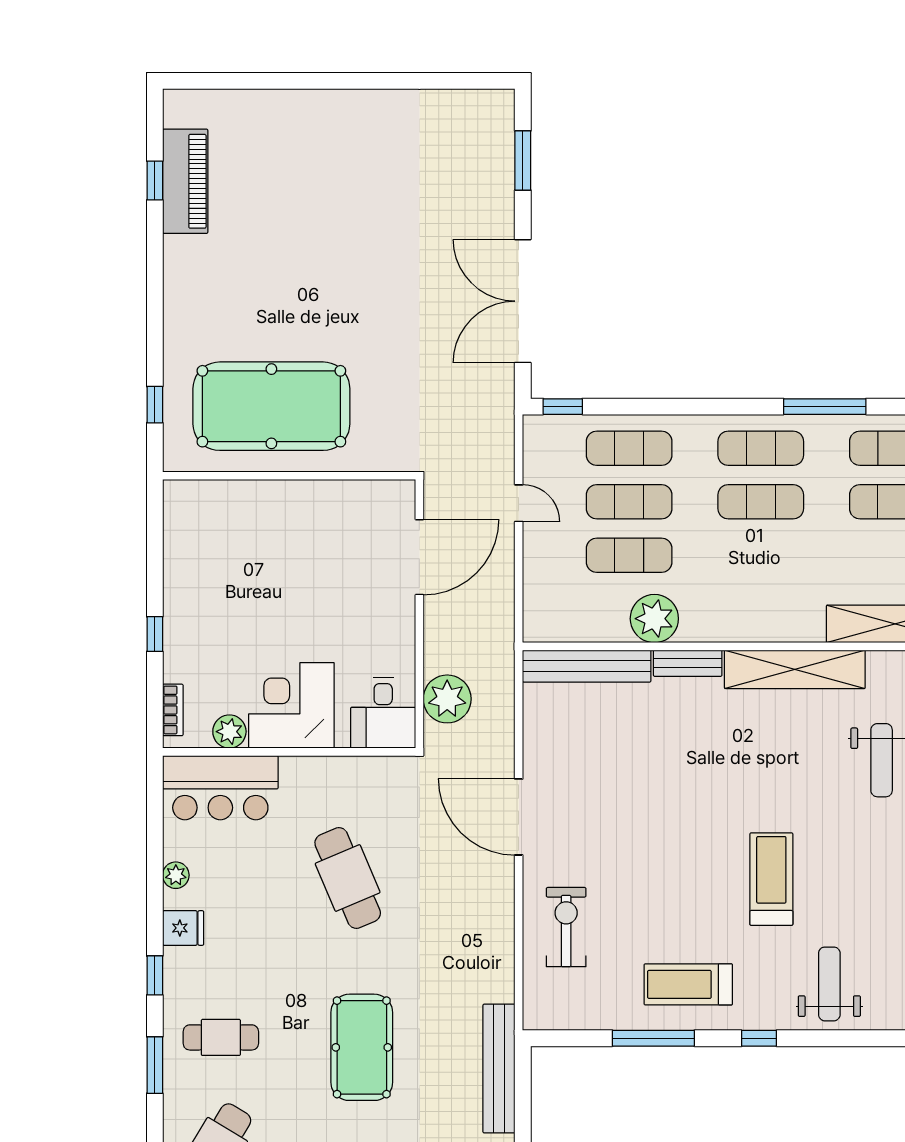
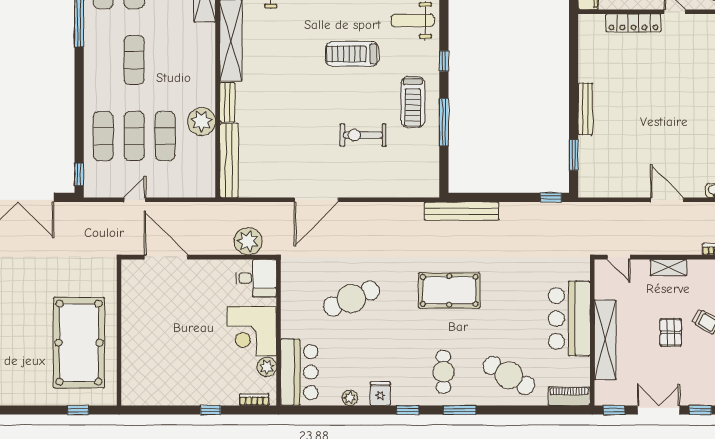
exercise mat: (761, 448) -> (103, 60), removed
exercise bike: (566, 927) -> (363, 135), moved

